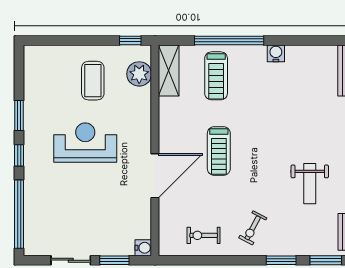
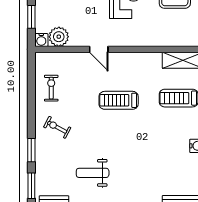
plant: (139, 74) -> (59, 37), moved
door: (155, 176) -> (99, 49), width x0.53

